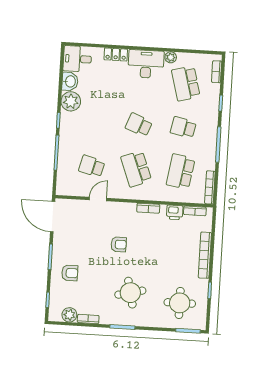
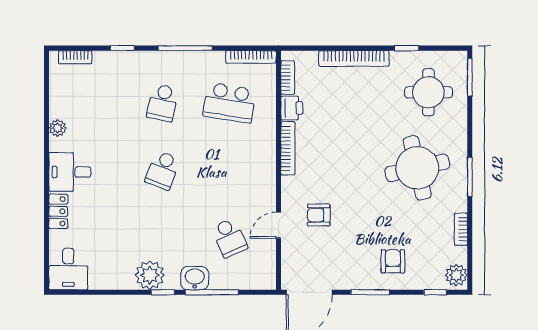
desk: (146, 64) -> (70, 172), width x0.73
washbasin: (70, 81) -> (195, 278), moved
school desk: (186, 83) -> (96, 103), removed
plant: (71, 101) -> (150, 275), moved
school desk: (92, 166) -> (229, 238), turned -39
school desk: (136, 169) -> (229, 170), removed
door: (98, 199) -> (279, 225), hinge flipped
bookcase: (148, 208) -> (288, 148), width x1.56
armchair: (119, 244) -> (319, 215), moved, turned -90
round table: (130, 293) -> (417, 168), width x1.36, depth x1.36
plant: (69, 315) -> (456, 275), moved

